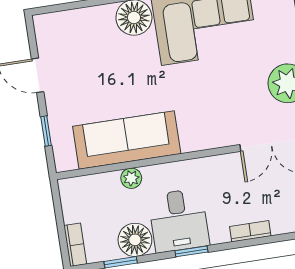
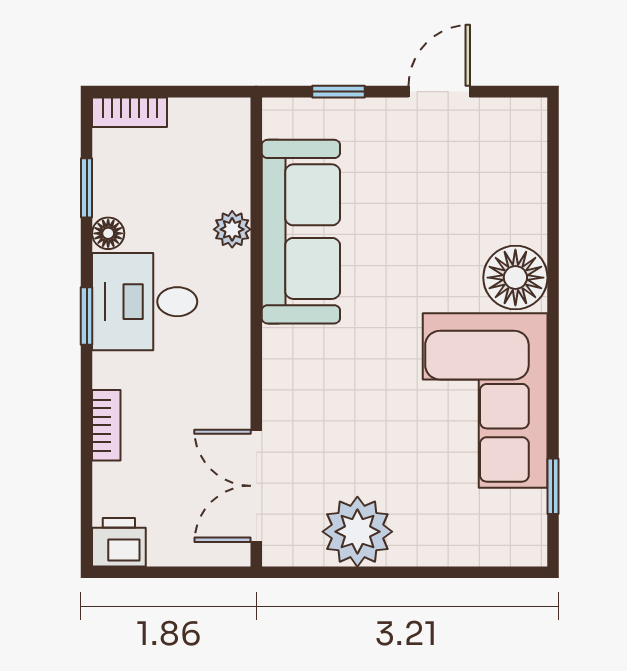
floor lamp: (135, 240) -> (108, 233), width x0.53, depth x0.53

